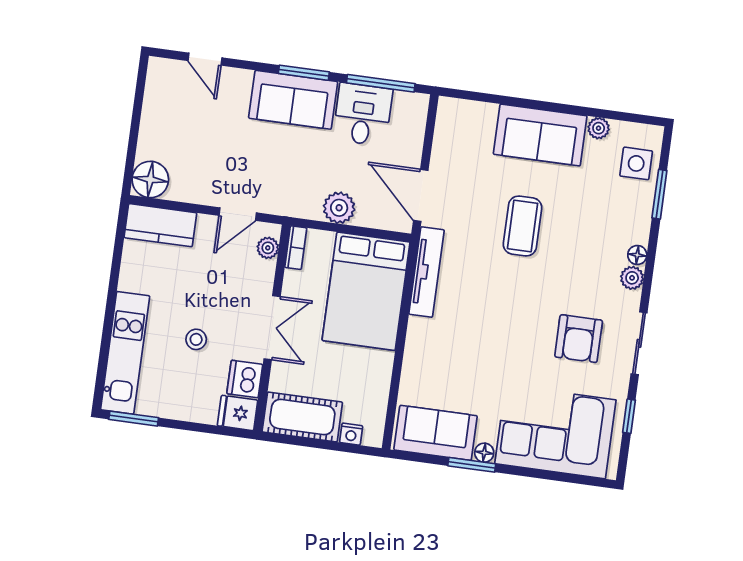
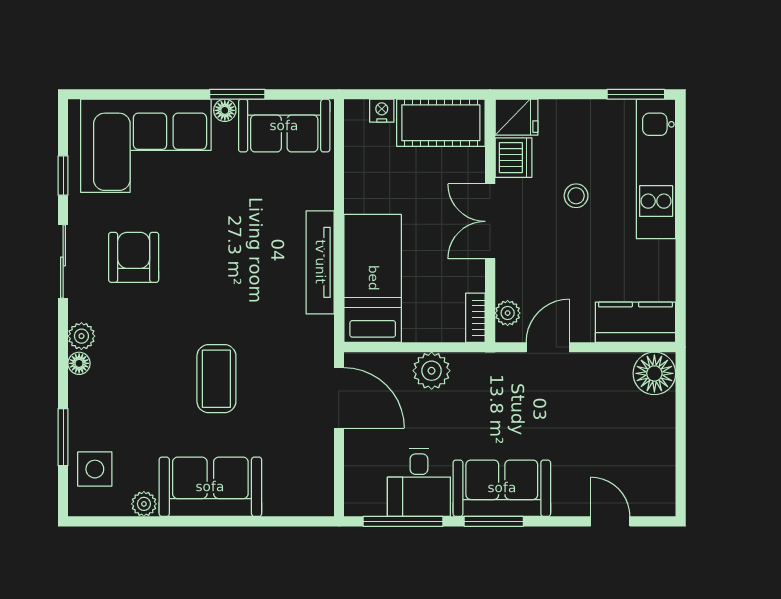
tv unit: (427, 272) -> (320, 262), moved
bed: (366, 291) -> (373, 278), width x0.67

